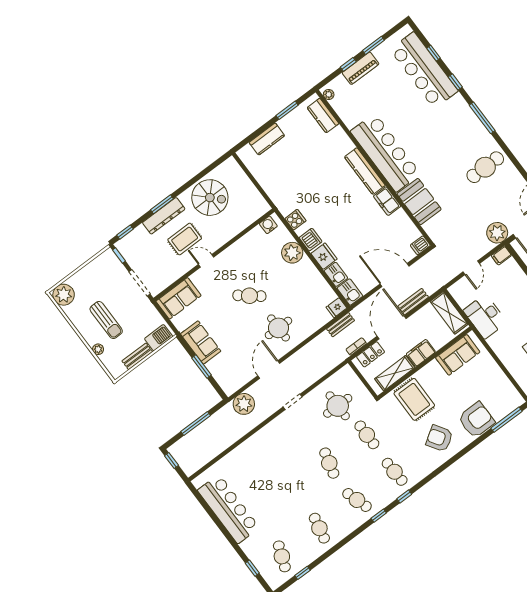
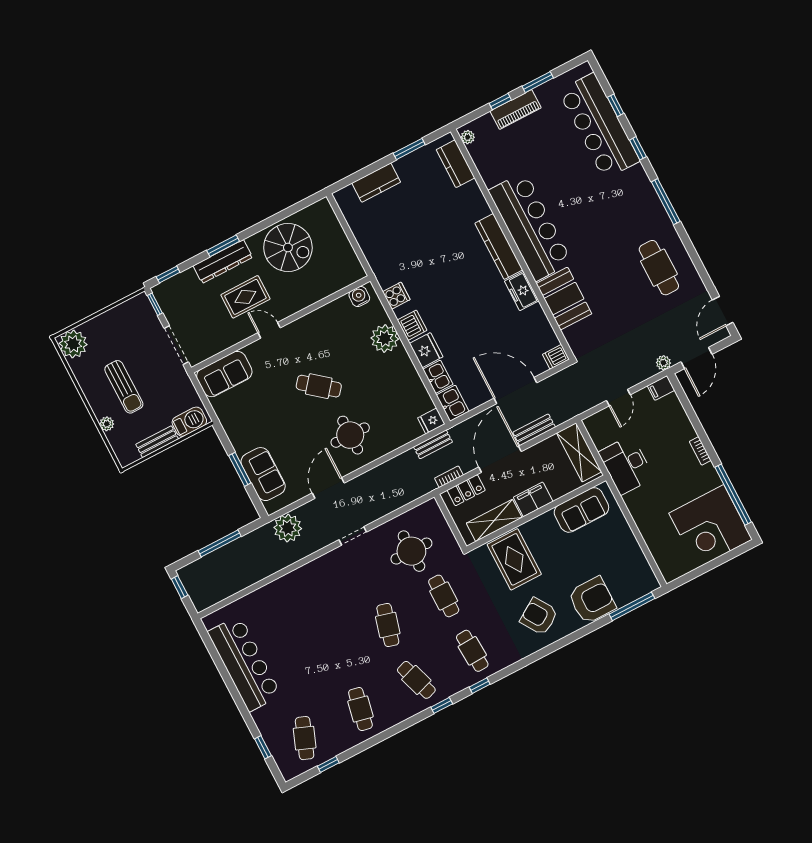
cafe table: (485, 167) -> (659, 268), turned 90
plant: (497, 233) -> (663, 363), width x0.53, depth x0.53
sofa: (201, 342) -> (263, 474), moved

